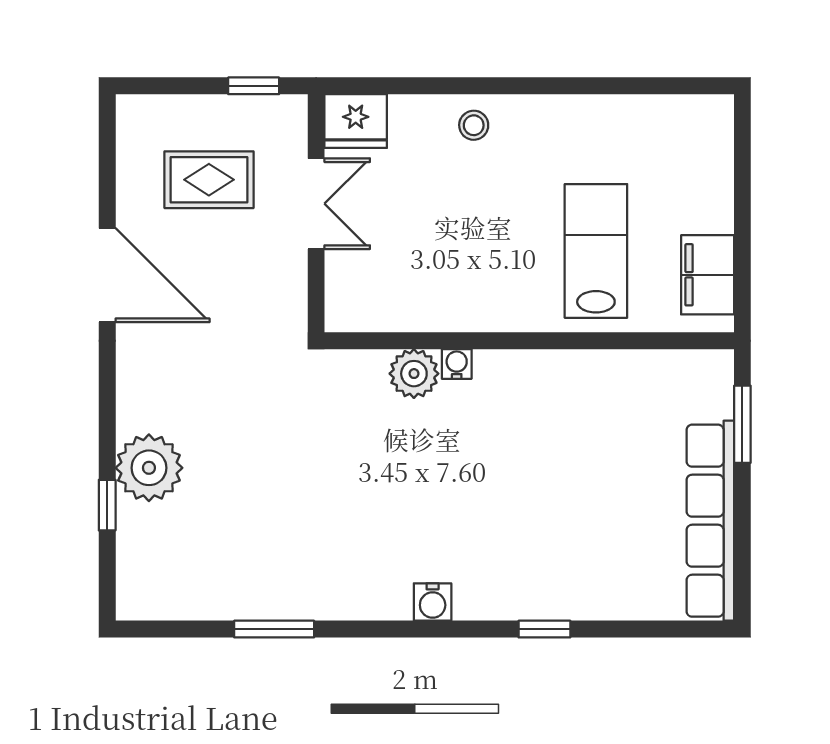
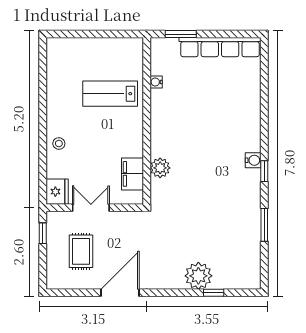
filing cabinet: (708, 275) -> (132, 174), moved, turned 90
water cooler: (457, 364) -> (156, 82), moved
window: (544, 629) -> (264, 171), moved

